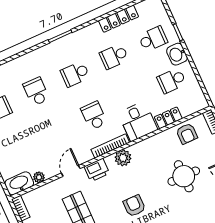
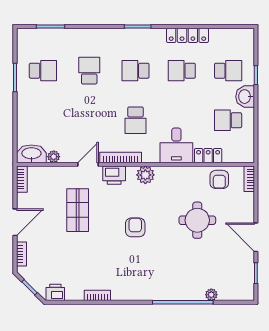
locker: (119, 19) -> (187, 35), moved
school desk: (94, 116) -> (135, 120), turned 180
bookcase: (110, 146) -> (121, 158), moved

